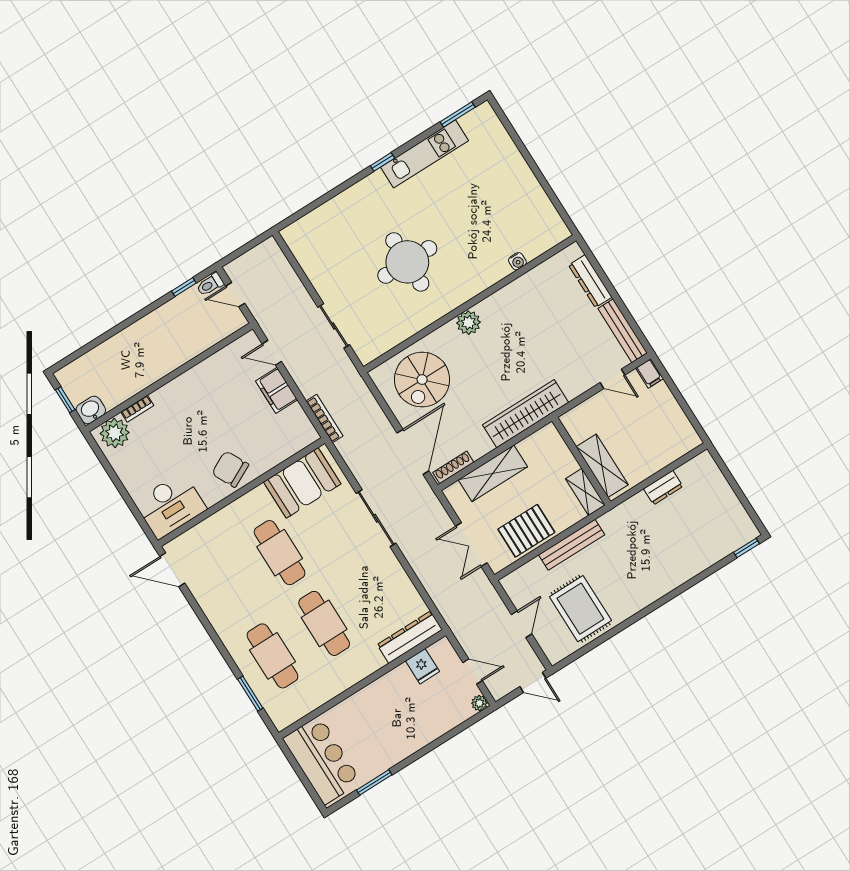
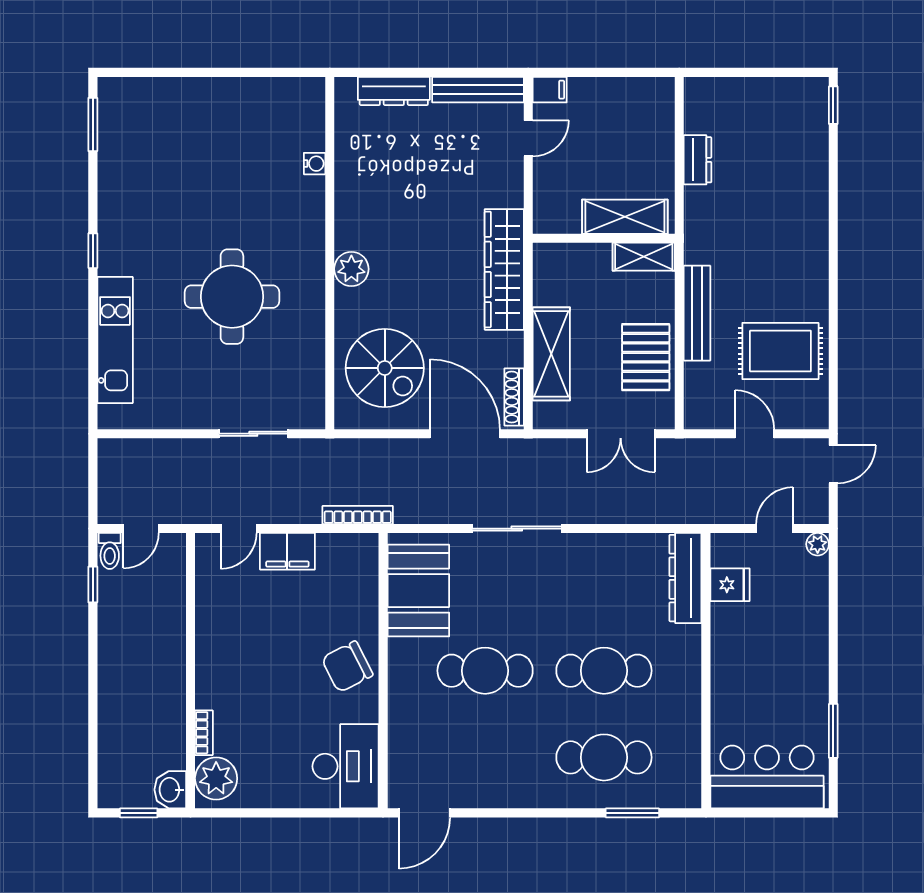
kitchen unit: (425, 154) -> (115, 340), moved

